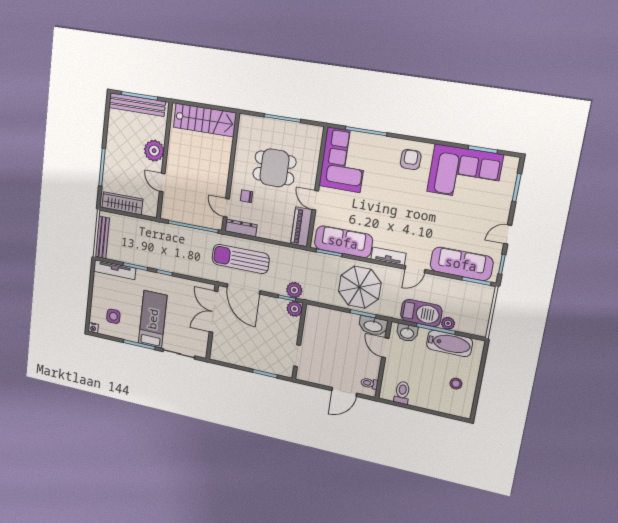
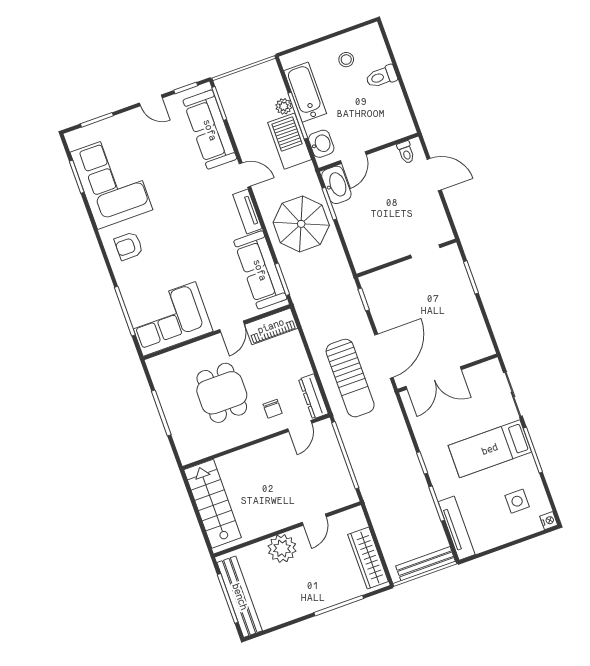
plant: (294, 290) -> (349, 296), removed
plant: (295, 309) -> (371, 284), removed
toilet: (402, 393) -> (381, 77), moved

